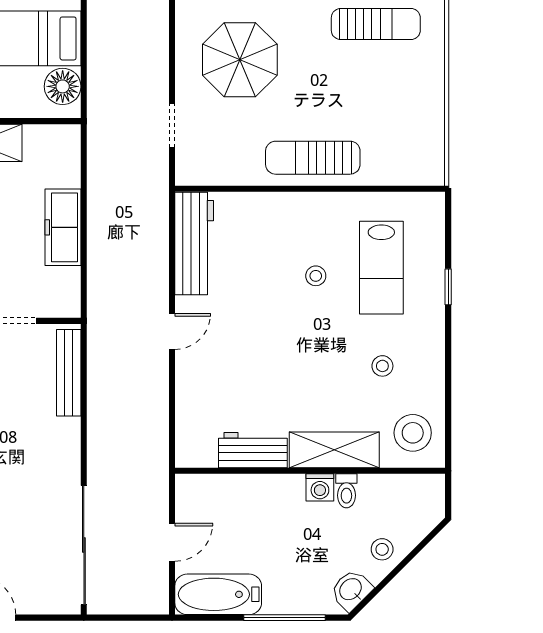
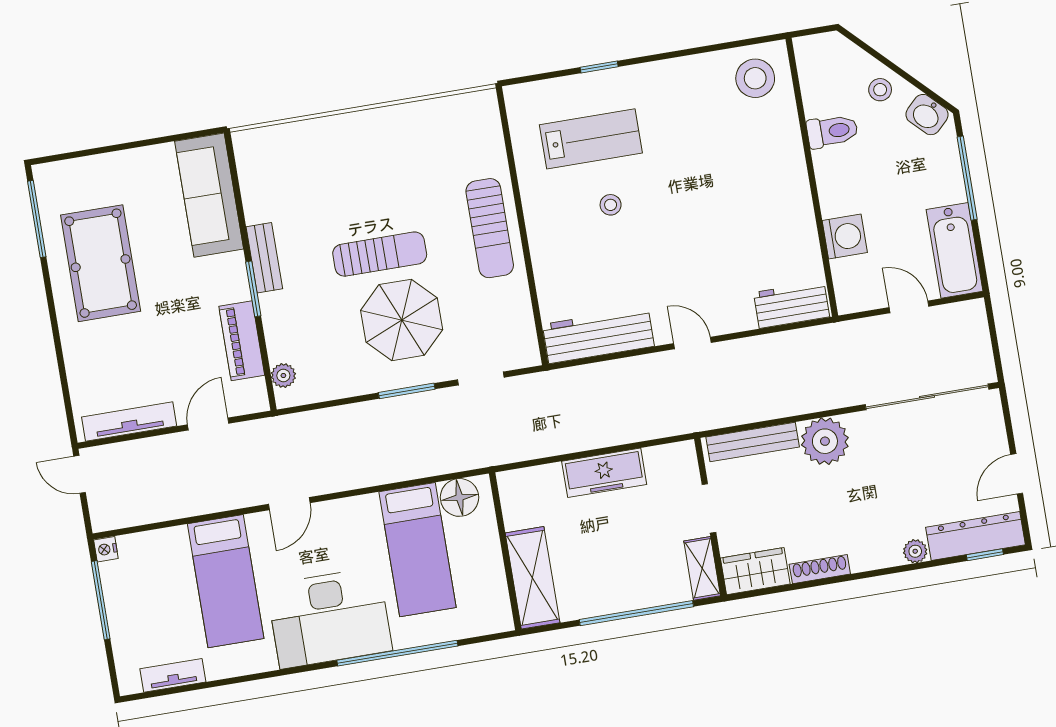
sun lounger: (376, 24) -> (380, 254), moved, turned 90
window: (172, 53) -> (407, 391), added
stool: (382, 366) -> (692, 121), removed
plant: (58, 441) -> (825, 441), added
workbench: (253, 450) -> (792, 305), moved, turned 90
shelving: (334, 450) -> (786, 156), removed
washing machine: (320, 487) -> (845, 237), moved, width x1.38, depth x1.38
toilet: (346, 491) -> (832, 131), width x1.37, depth x1.39

